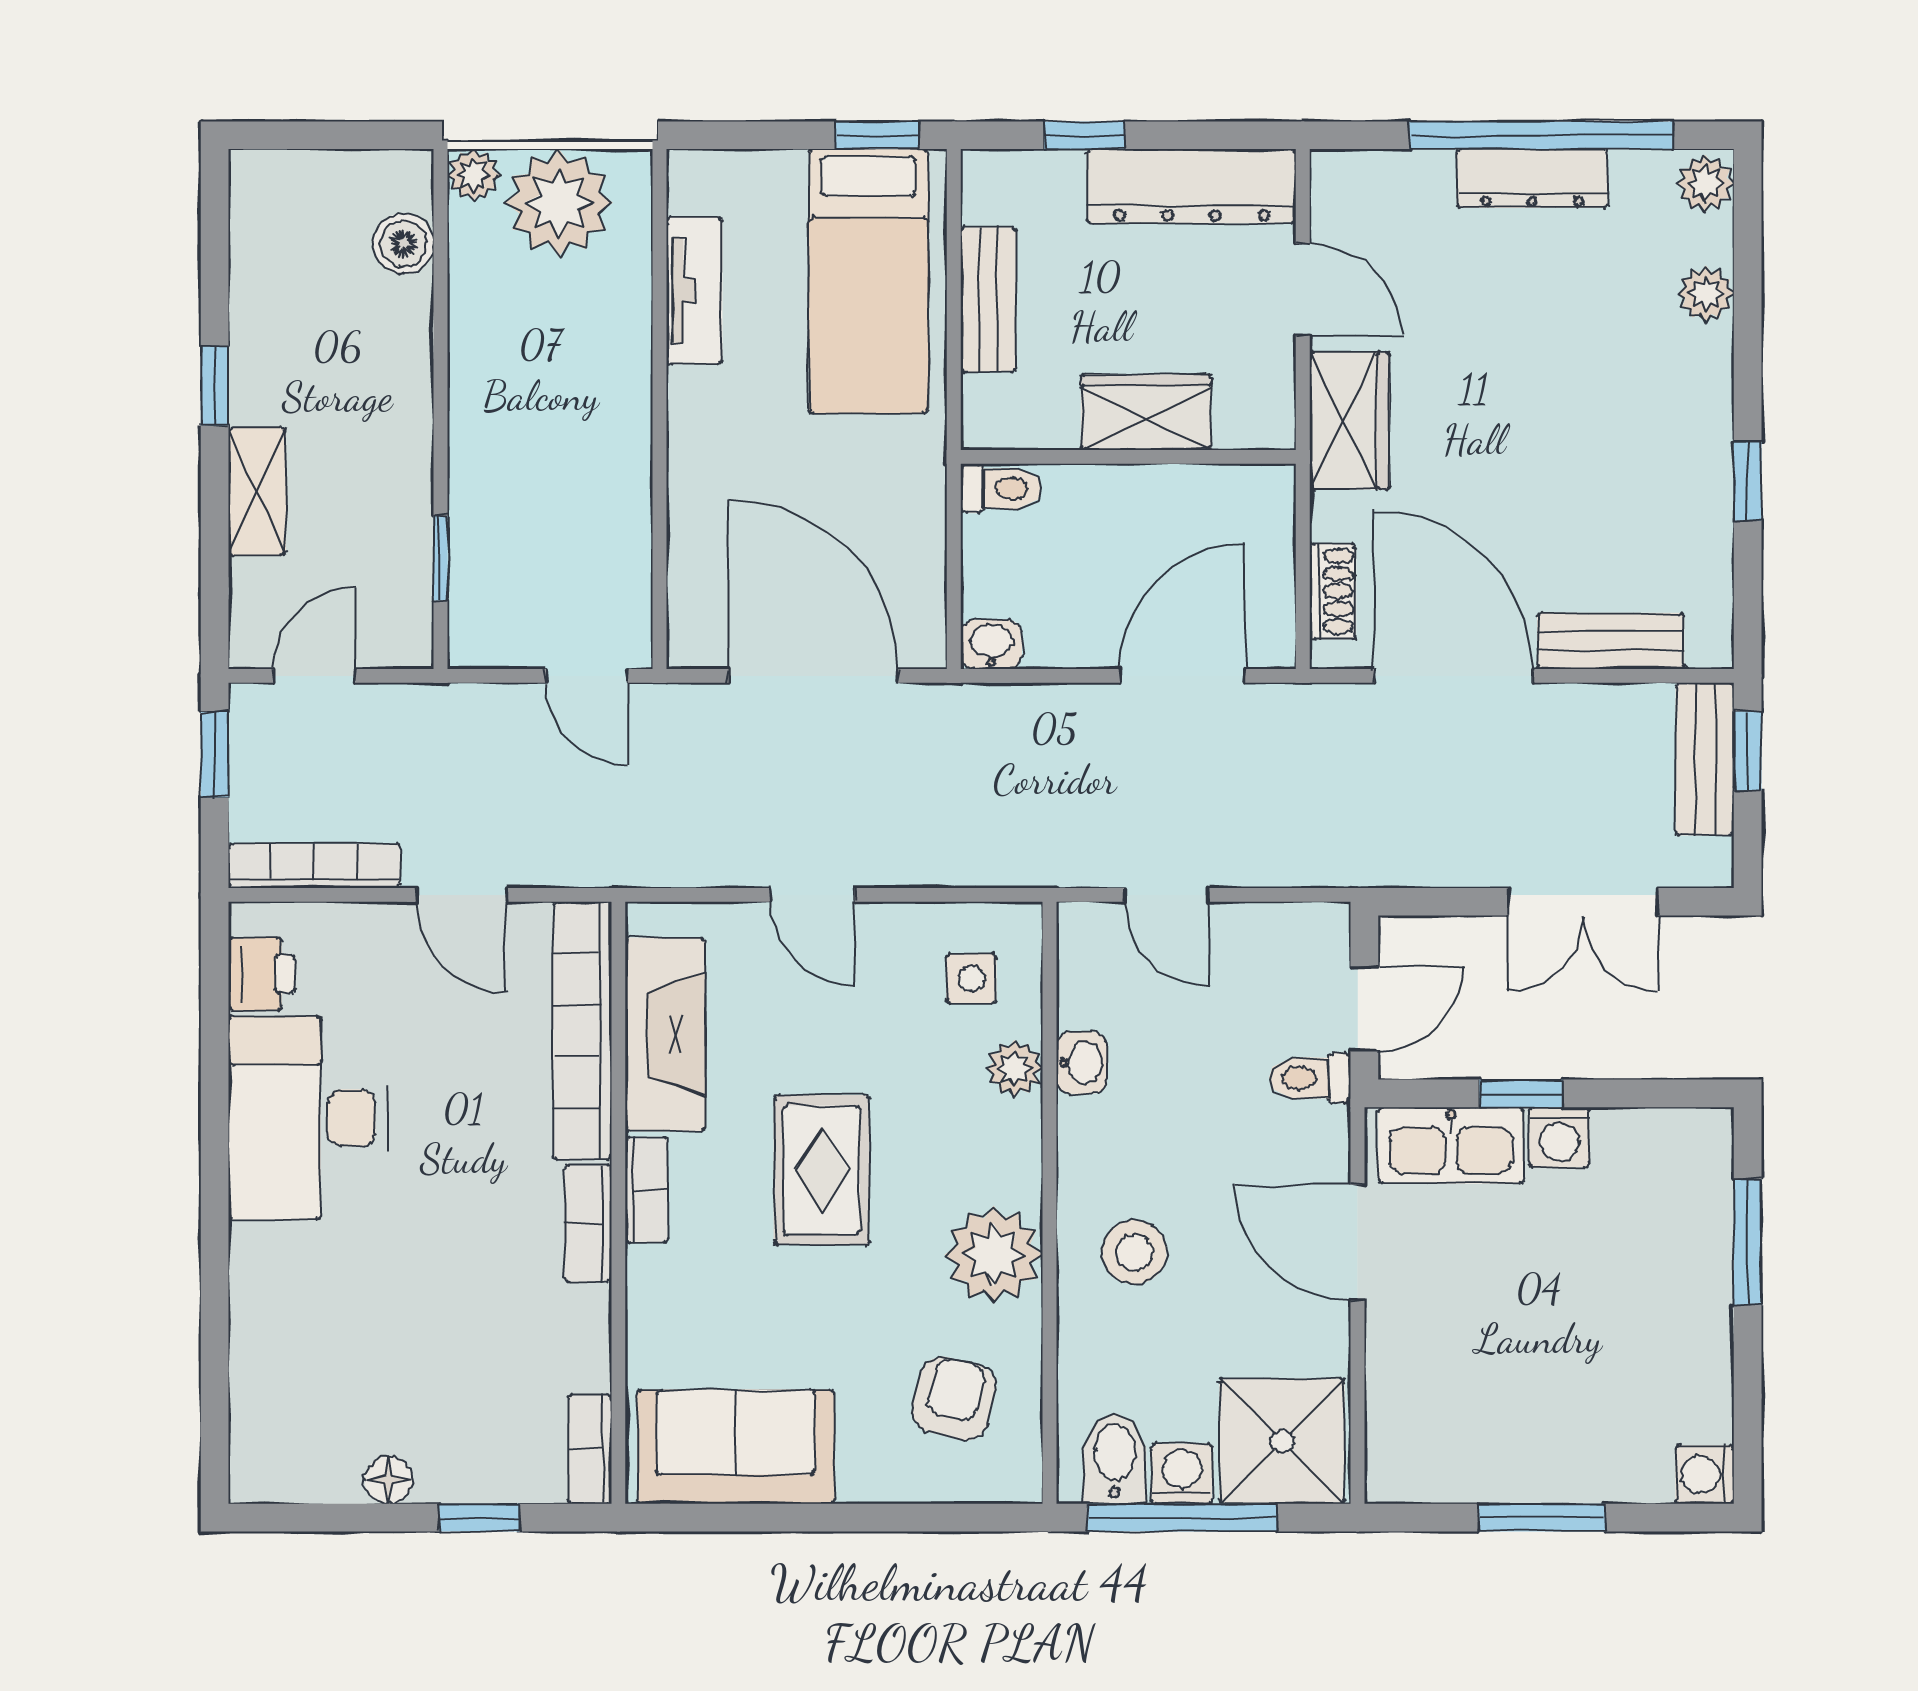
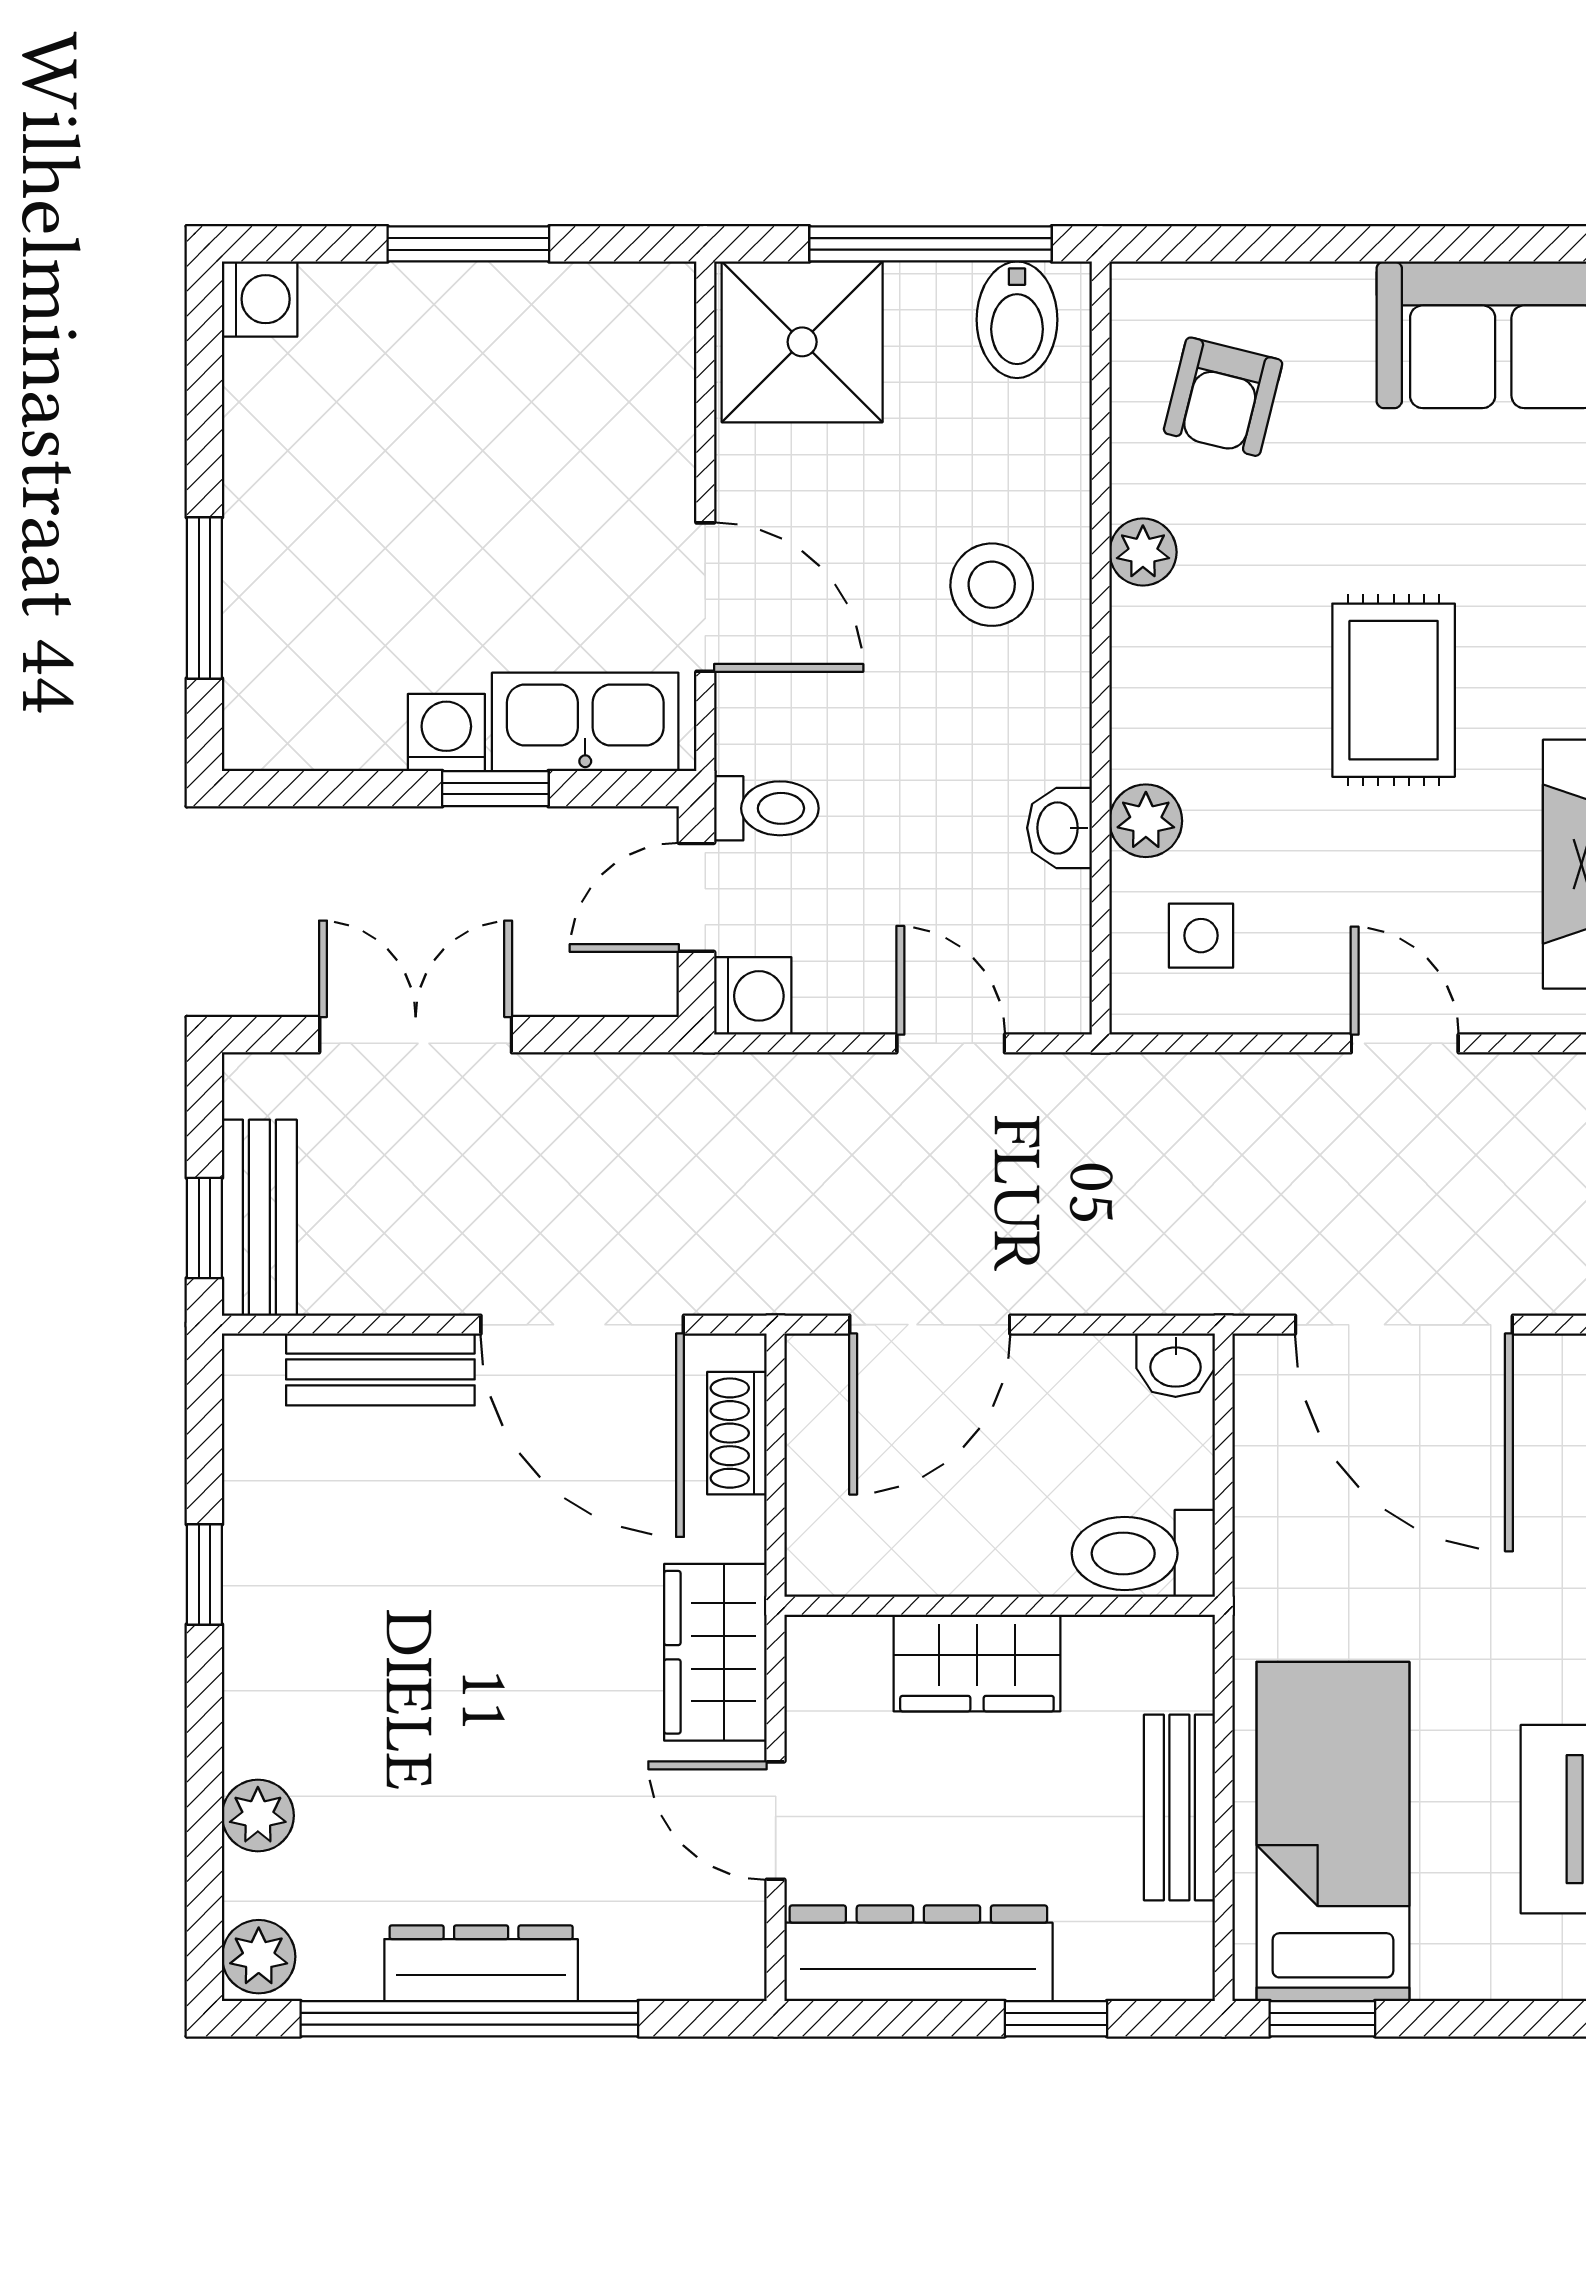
toilet: (1001, 488) -> (1143, 1553), width x1.37, depth x1.39
plant: (994, 1255) -> (1143, 552), width x0.53, depth x0.53
washing machine: (1182, 1474) -> (753, 996), moved, turned -90

